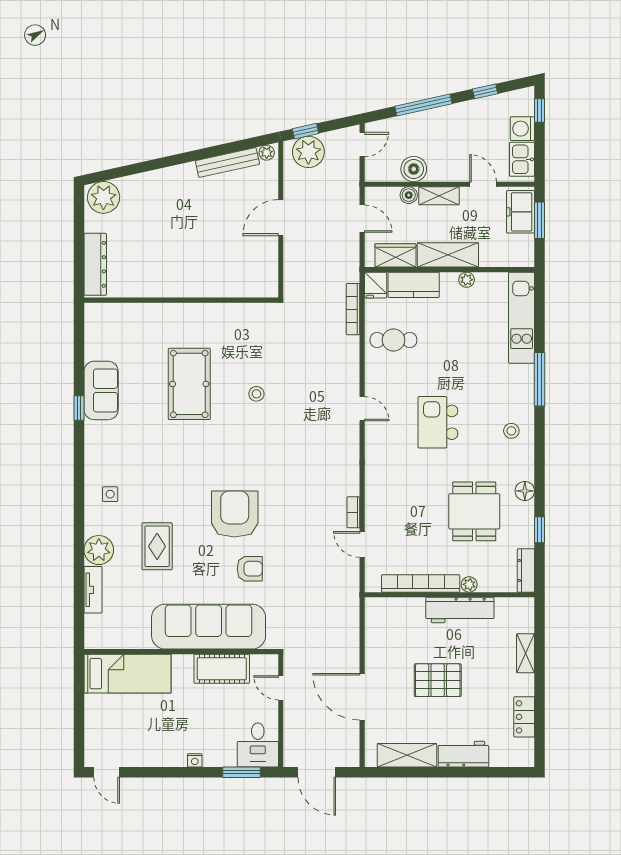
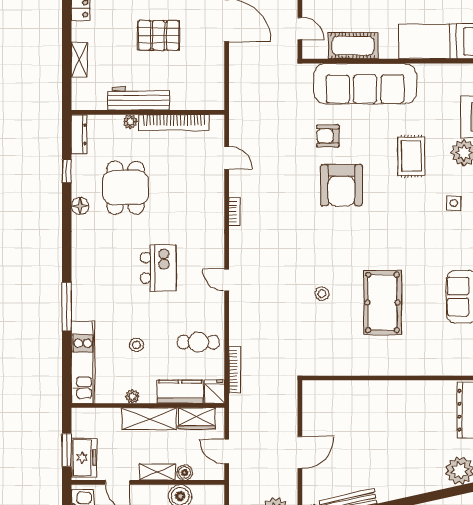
stool: (511, 431) -> (136, 345), moved
bookcase: (353, 512) -> (235, 212), moved

